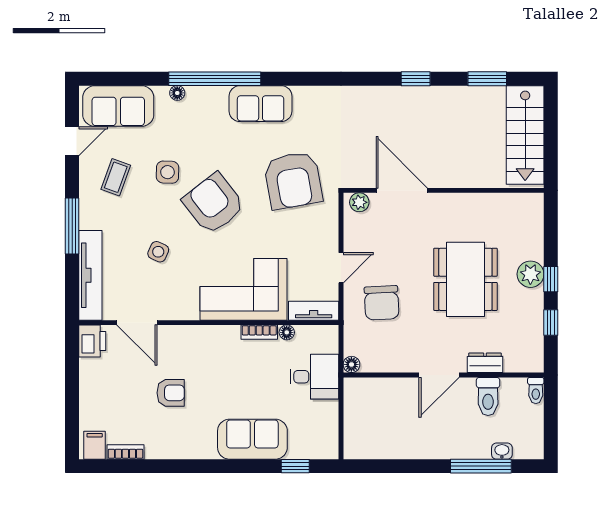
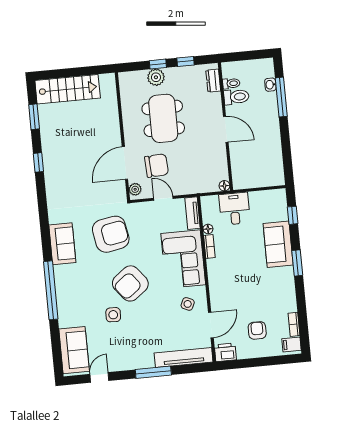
floor lamp: (177, 93) -> (62, 313), removed
sofa: (261, 104) -> (62, 244), moved
door: (72, 141) -> (99, 377), hinge flipped
coffee table: (116, 177) -> (120, 347), removed
door: (402, 190) -> (125, 163), moved
wall: (444, 190) -> (122, 136), moved
plant: (359, 202) -> (135, 189), moved
side table: (158, 252) -> (188, 304), moved
dining table: (465, 279) -> (163, 118), turned 90
chair: (382, 303) -> (156, 166), moved
dresser: (485, 363) -> (213, 81), moved
toilet: (536, 390) -> (231, 83), moved
armchair: (171, 393) -> (257, 330), moved
window: (221, 466) -> (297, 263), added

